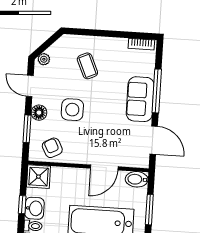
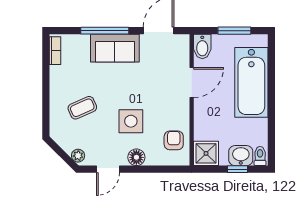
window: (27, 129) -> (155, 169), removed
armchair: (52, 148) -> (174, 140), turned 118
door: (104, 168) -> (192, 83), hinge flipped

